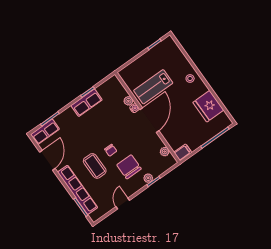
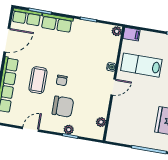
plant: (128, 101) -> (117, 31), moved
row of seats: (87, 103) -> (57, 23), moved
door: (149, 120) -> (113, 87), width x0.53
filing cabinet: (183, 152) -> (132, 34), moved
chair: (129, 167) -> (63, 107), turned 90

